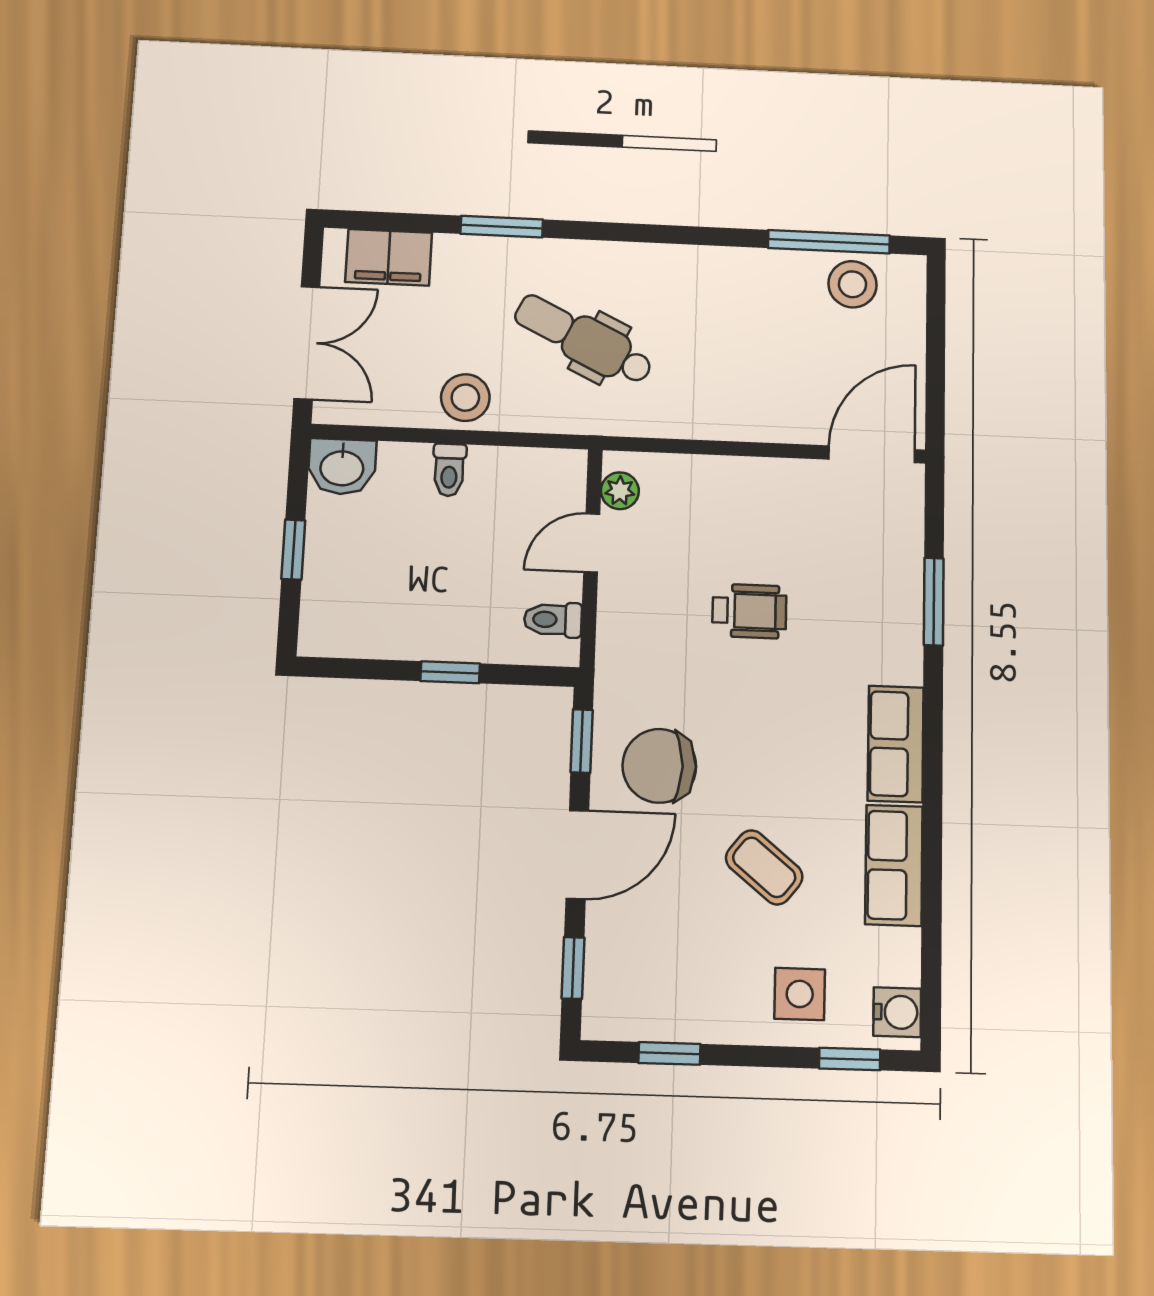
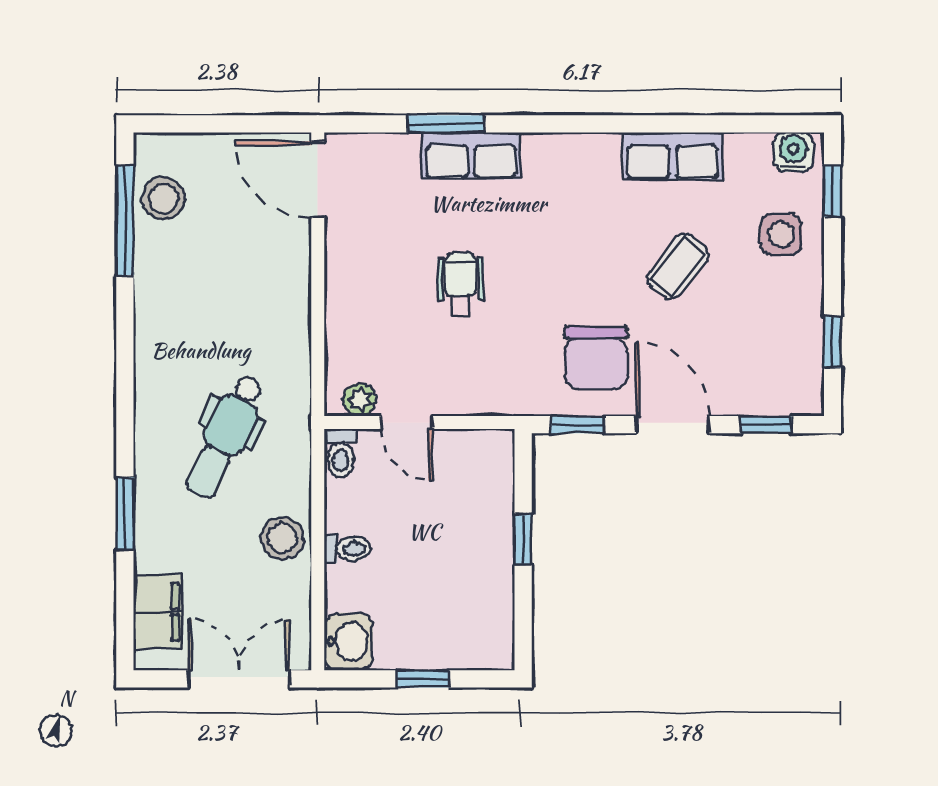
toilet: (553, 620) -> (341, 453), moved
row of seats: (896, 744) -> (471, 156), moved

